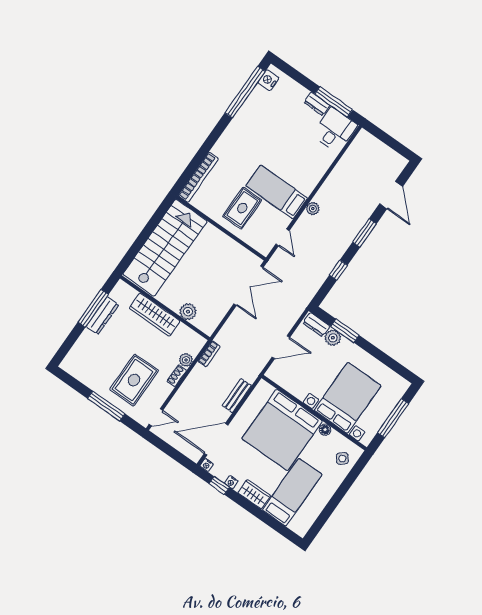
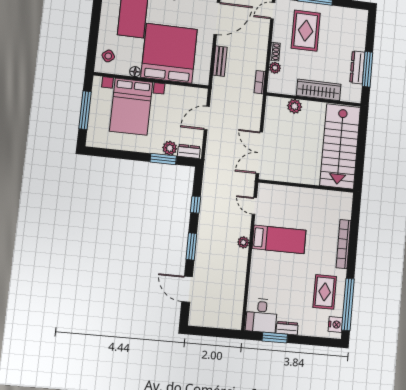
window: (334, 102) -> (275, 338), width x0.69
bookcase: (198, 177) -> (344, 244), moved
rug: (242, 208) -> (325, 292), moved

